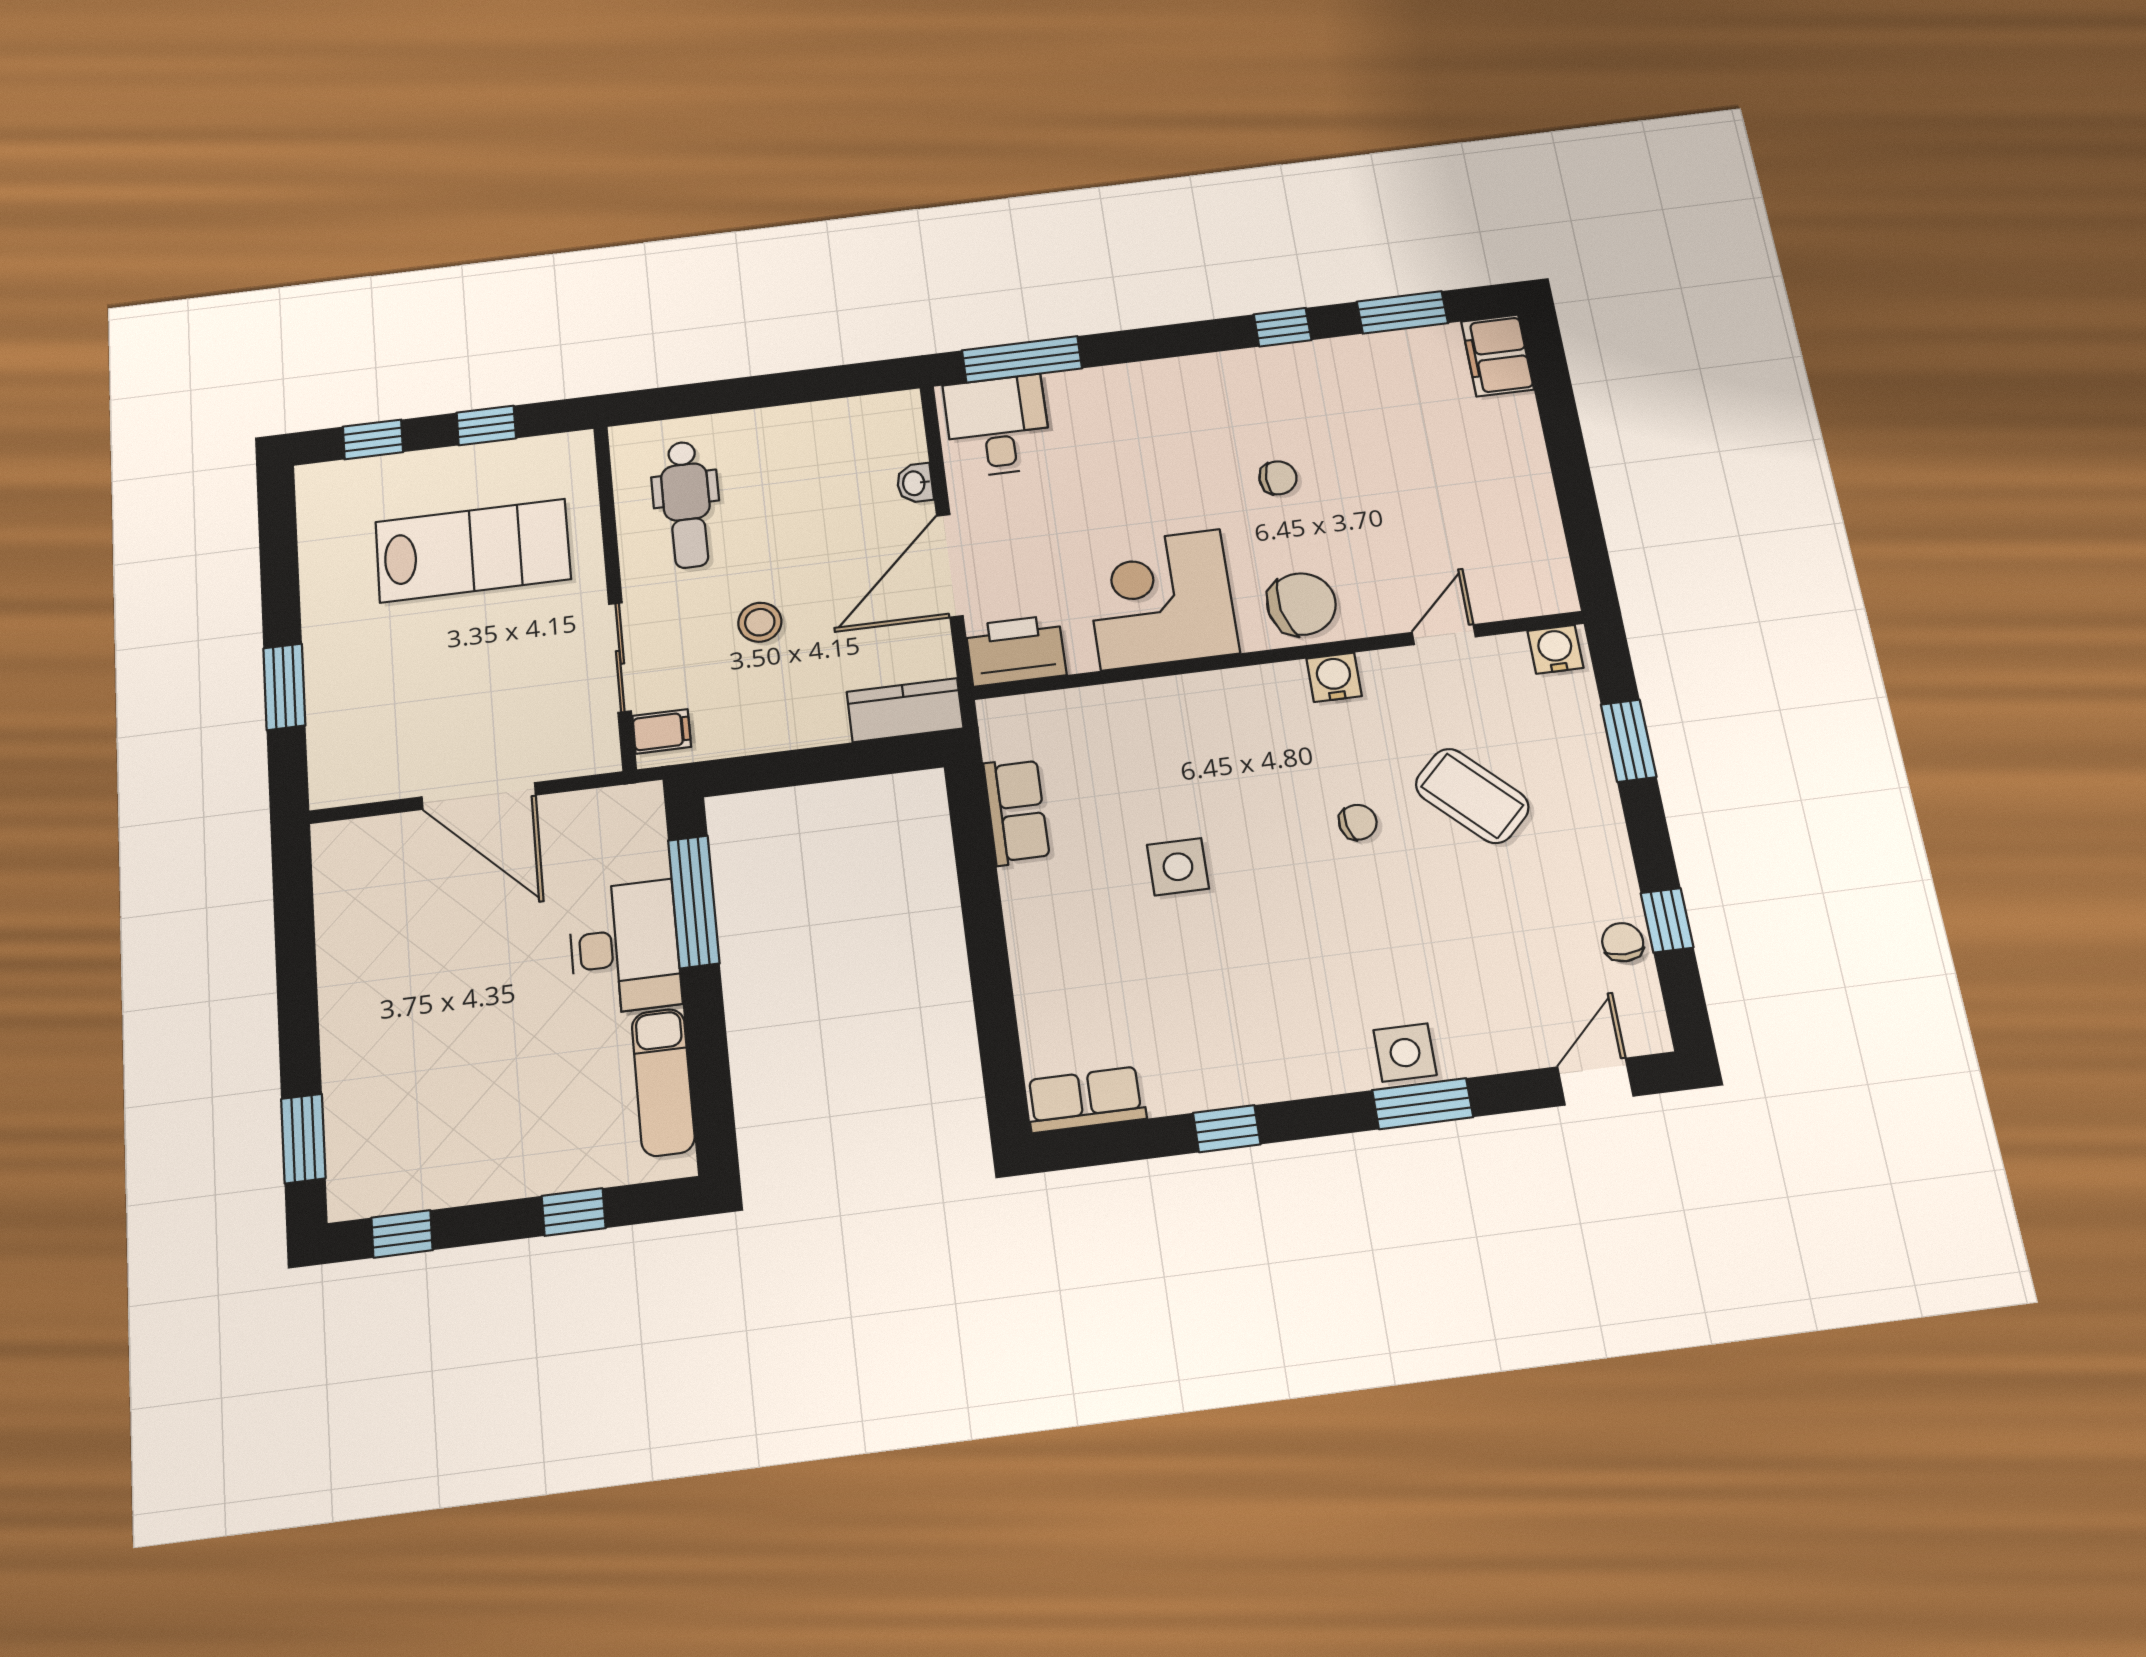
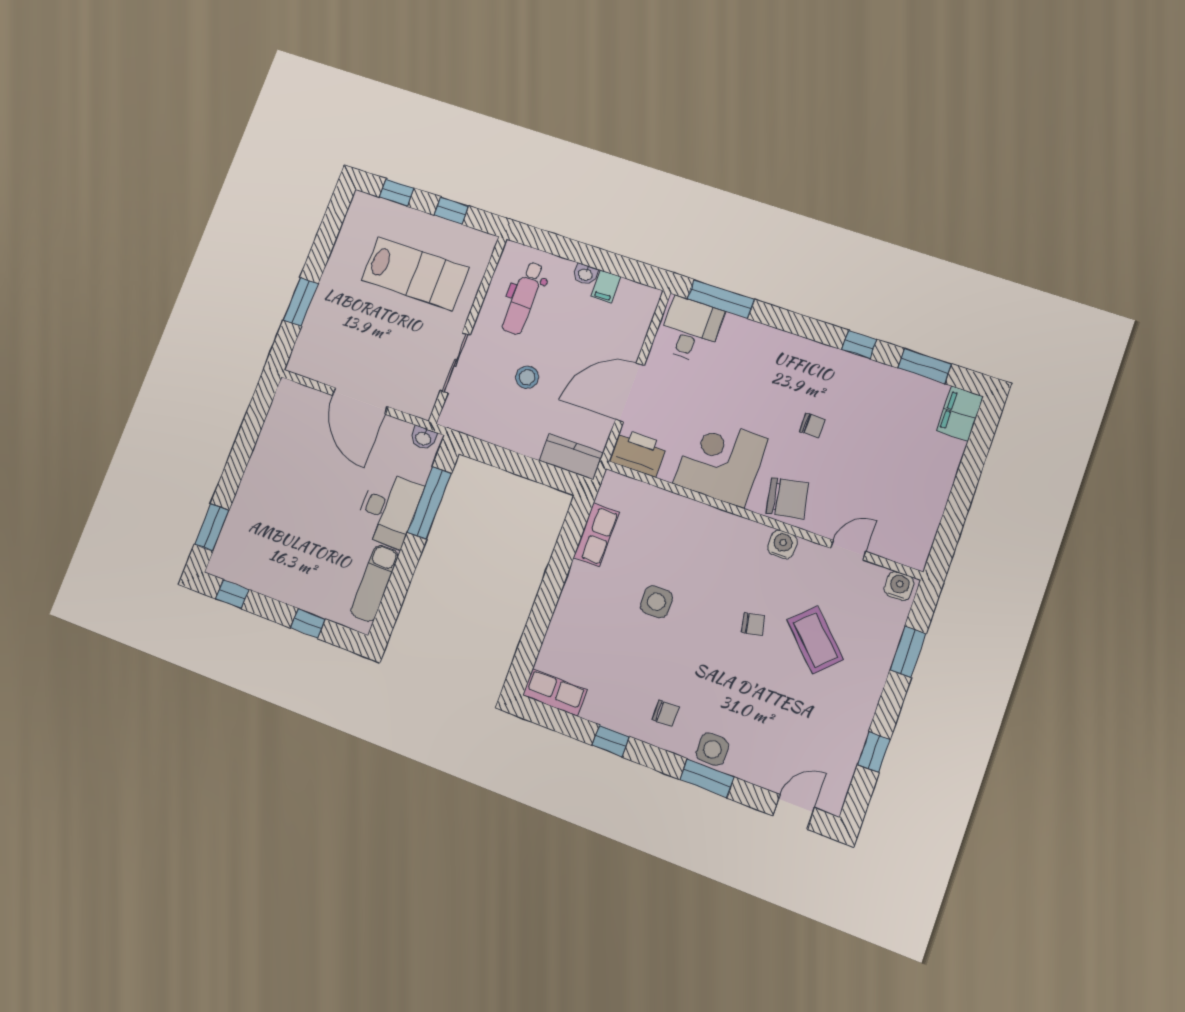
washbasin: (915, 483) -> (585, 274), moved, turned -90
filing cabinet: (662, 731) -> (606, 286), moved, turned 90
washbasin: (627, 802) -> (423, 438), added
chair: (1623, 942) -> (666, 713), moved, turned 90

